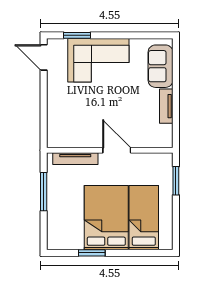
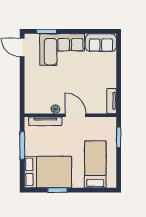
sofa: (161, 66) -> (101, 43), moved, turned -90
tv unit: (166, 106) -> (112, 101), moved
plant: (89, 142) -> (55, 109), added
bed: (106, 218) -> (48, 172), moved, turned 90

